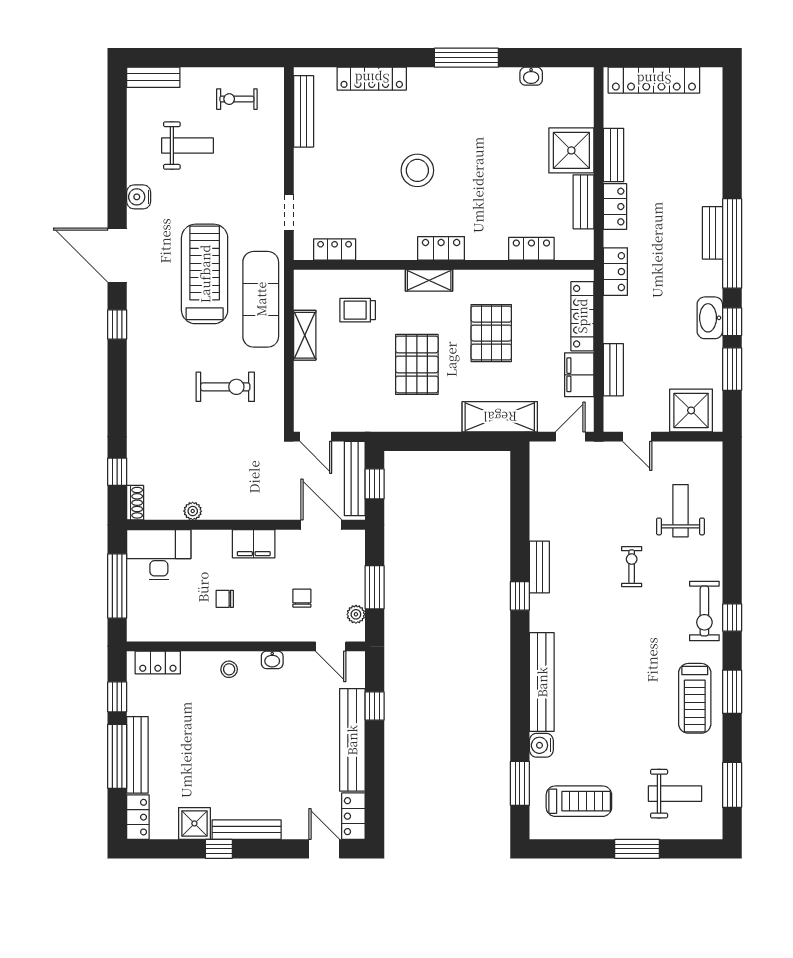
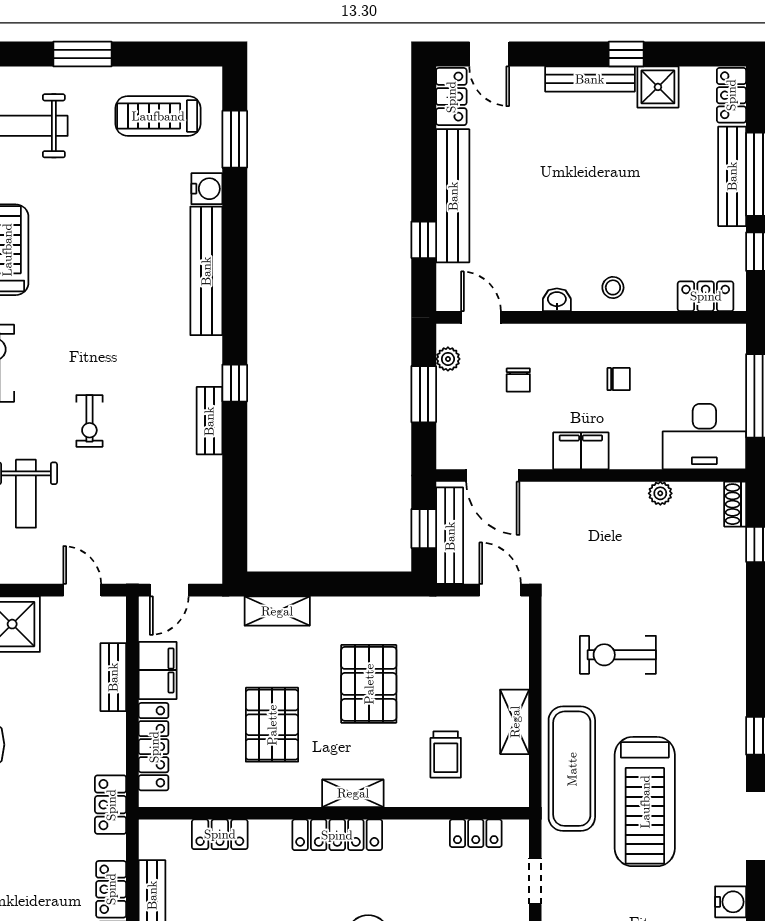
locker: (441, 248) -> (337, 835), width x1.53
trolley: (358, 310) -> (446, 754), turned 90
shelving: (500, 417) -> (277, 611), width x0.67, depth x0.75

